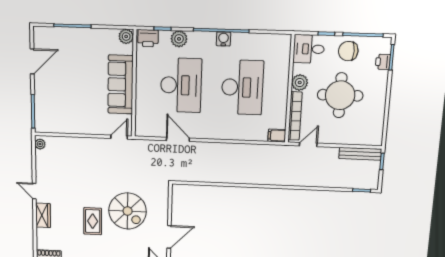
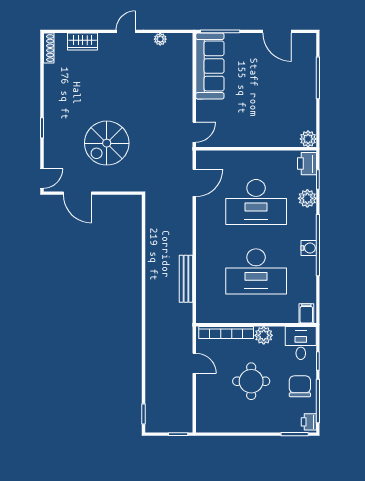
printer: (383, 62) -> (309, 422), moved, turned -90
sofa: (121, 85) -> (210, 66), moved, turned 90
round table: (340, 95) -> (251, 381), width x0.73, depth x0.73
filing cabinet: (277, 136) -> (306, 313), moved
door: (119, 137) -> (194, 132), hinge flipped
door: (178, 139) -> (194, 183), moved
plant: (40, 144) -> (160, 39), moved
door: (308, 145) -> (194, 363), moved
bench: (360, 154) -> (186, 279), moved
wardrobe: (43, 215) -> (83, 42), moved
rug: (93, 221) -> (92, 101), removed

